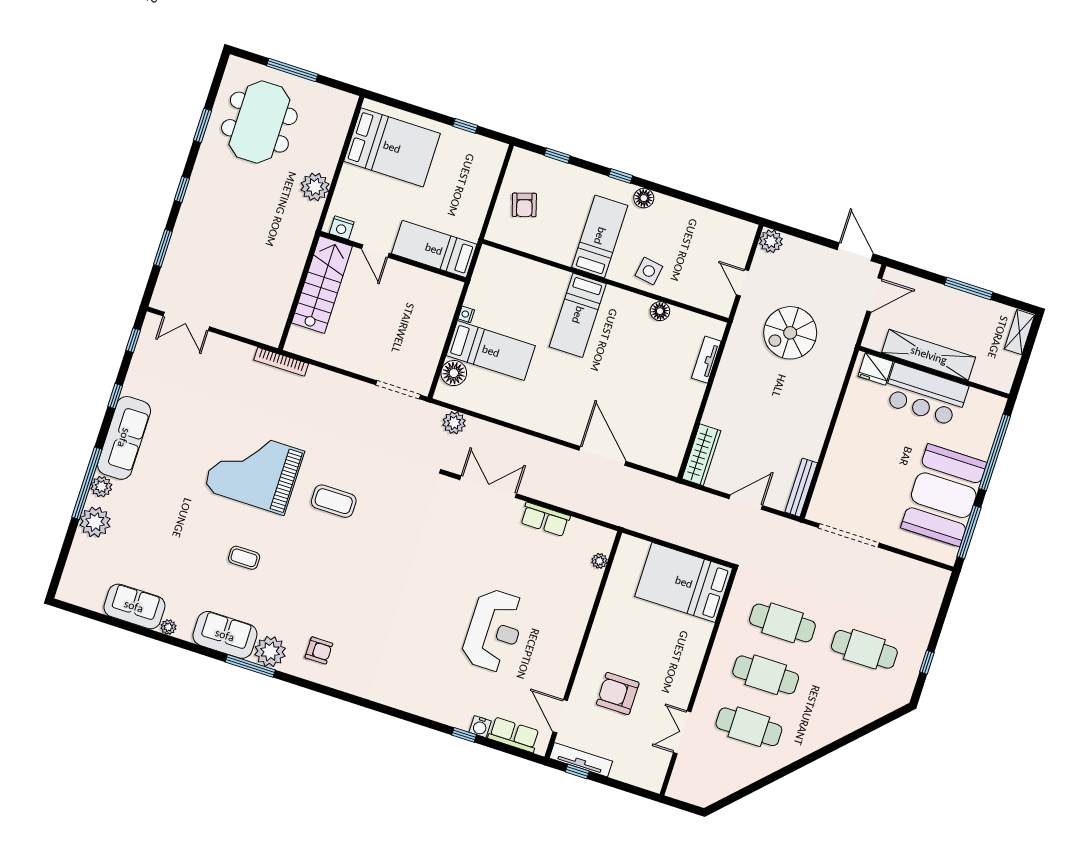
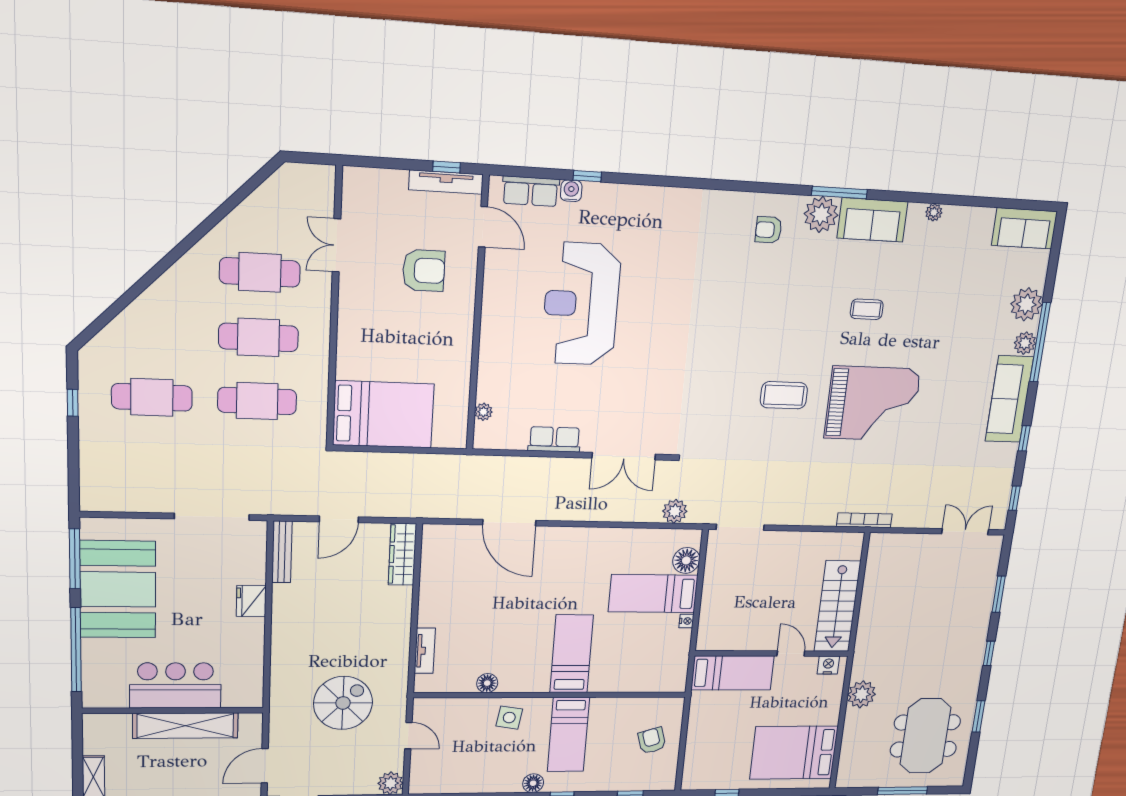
fridge: (875, 369) -> (251, 601), moved, turned -90
sofa: (134, 606) -> (1024, 228), moved
reception desk: (494, 630) -> (581, 304), width x1.36, depth x1.30
double door: (682, 732) -> (337, 245), swing flipped

